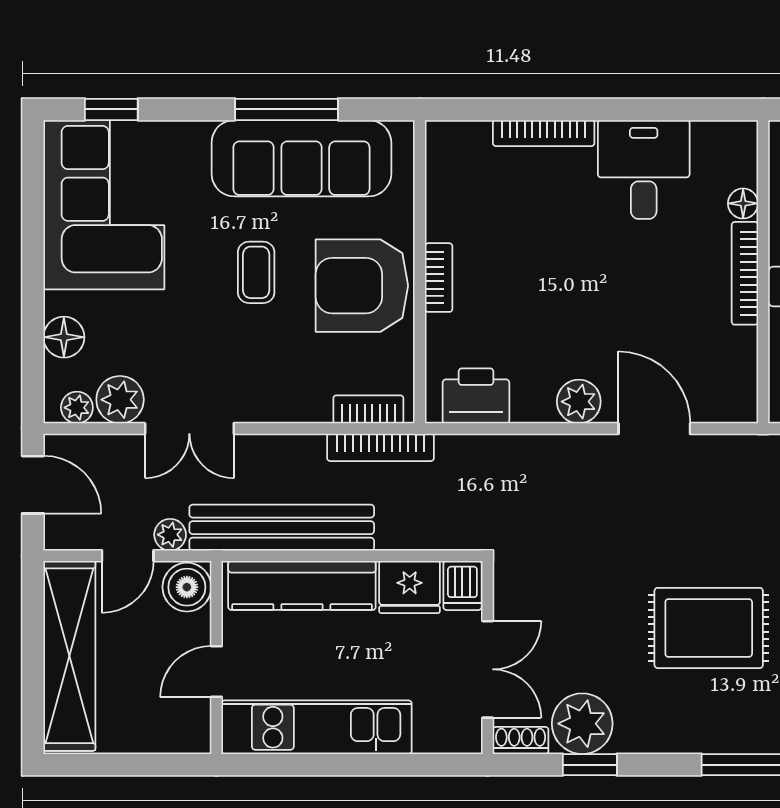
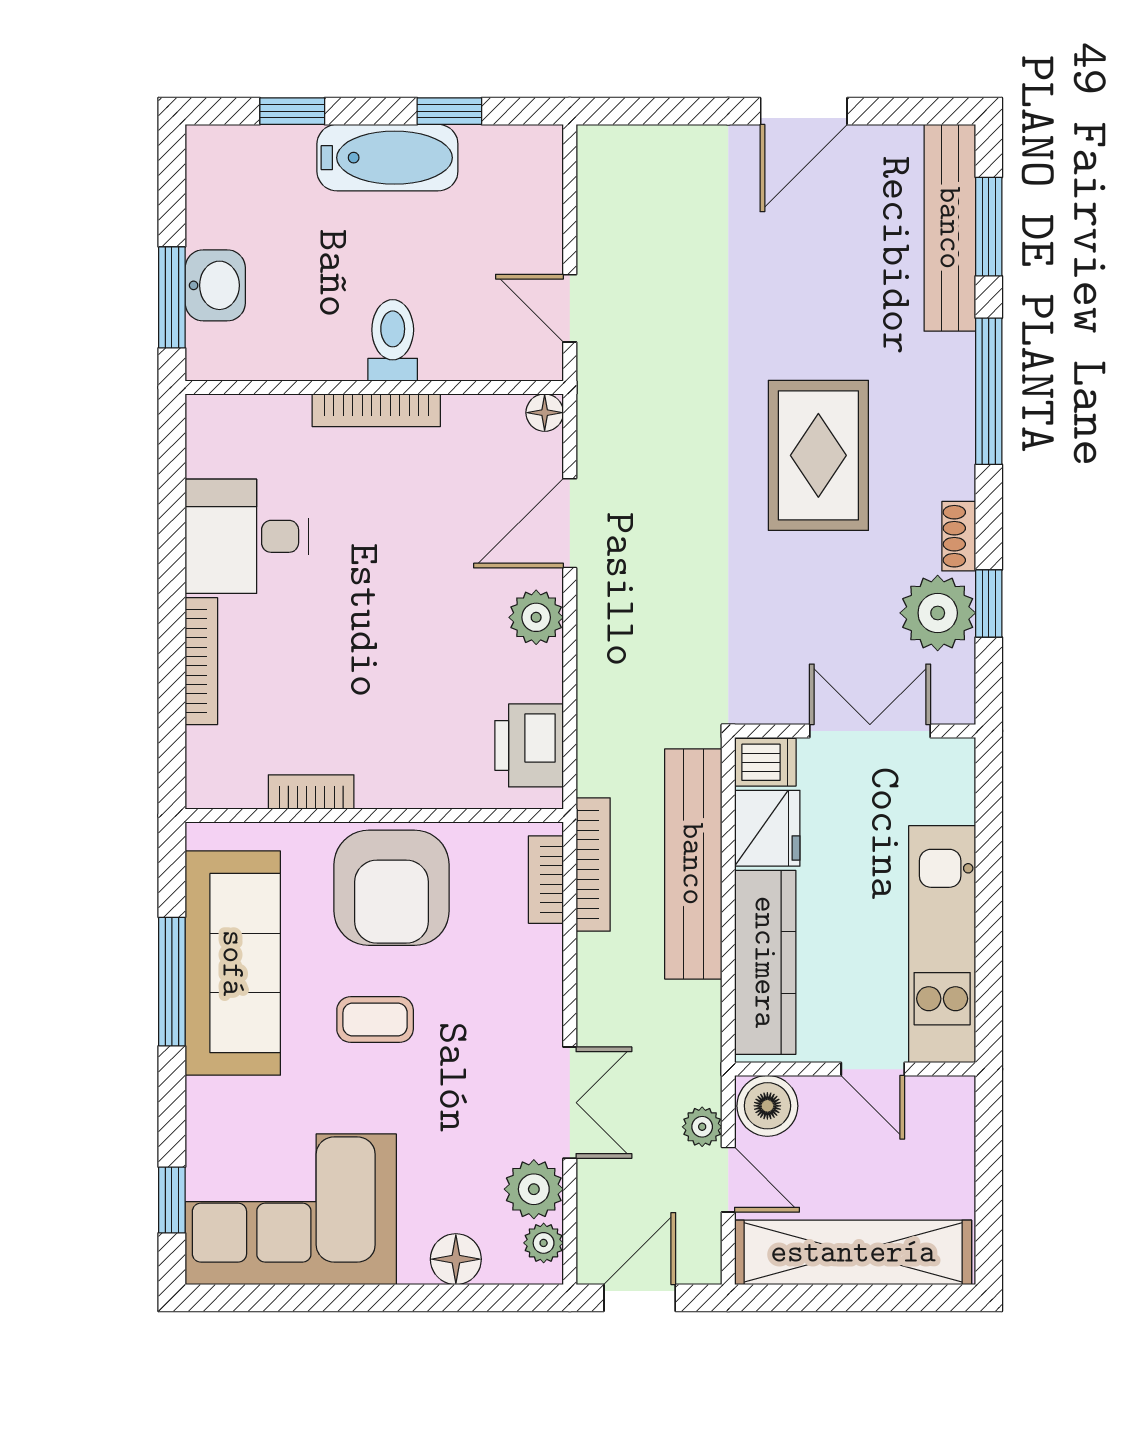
floor lamp: (743, 203) -> (545, 413), moved
bookcase: (439, 278) -> (311, 792), moved
bench: (282, 528) -> (693, 864), moved
shoe rack: (521, 741) -> (959, 536), moved

